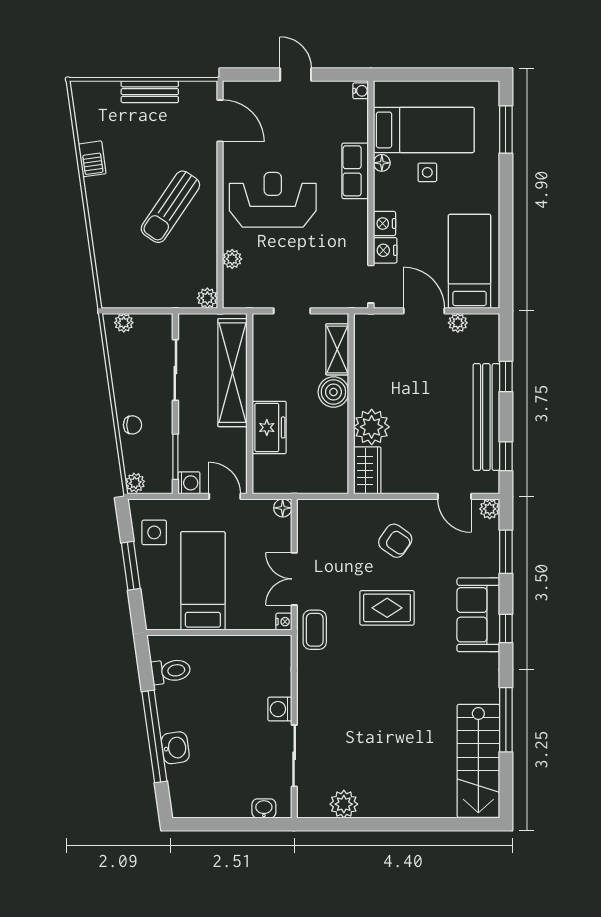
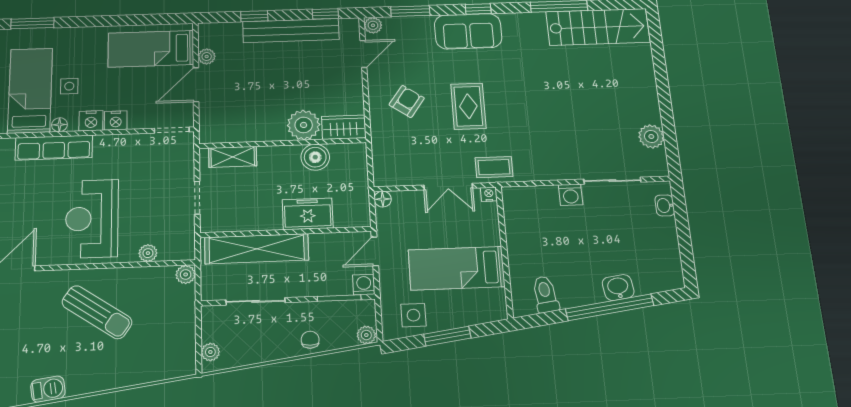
row of seats: (355, 171) -> (54, 148), width x1.48
nightstand: (385, 250) -> (91, 121), moved
boiler: (333, 392) -> (315, 157), moved

